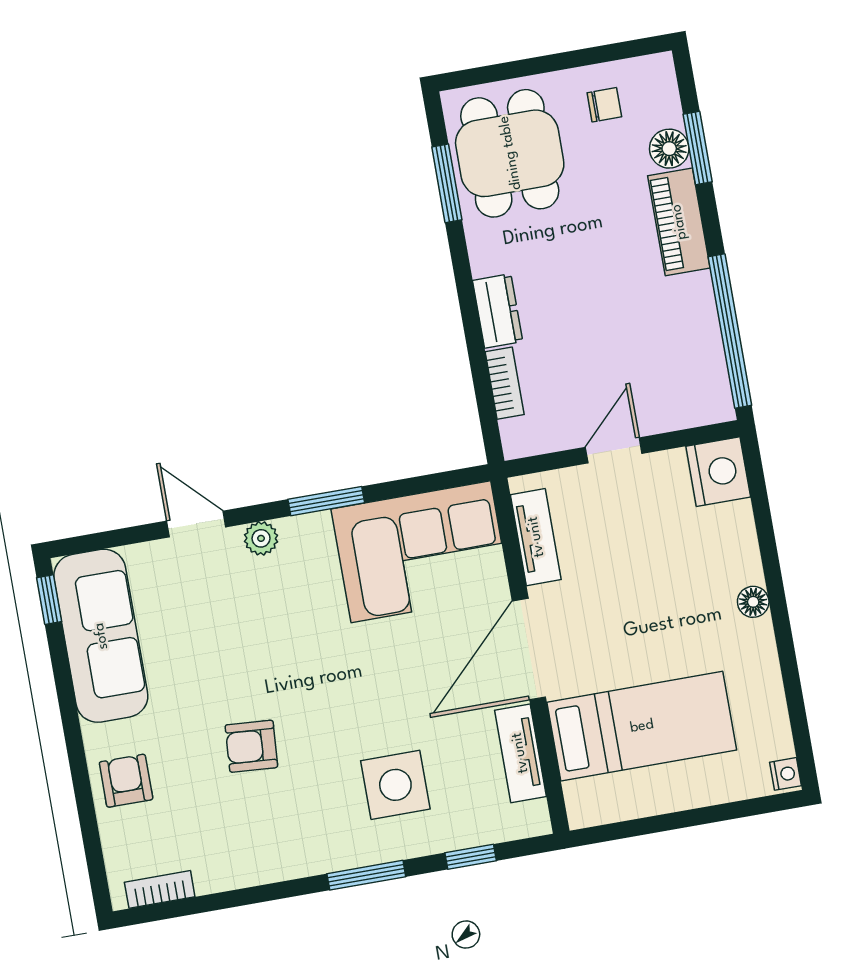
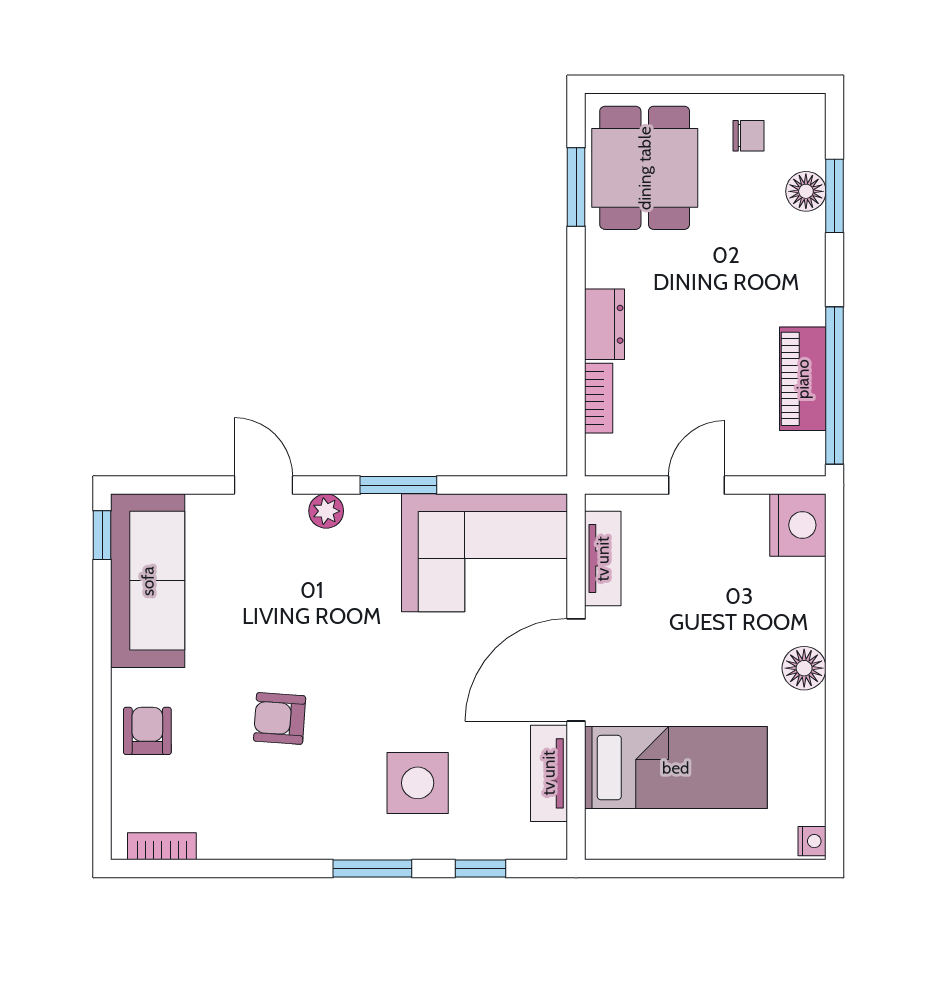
piano: (679, 222) -> (803, 379), moved
floor lamp: (753, 602) -> (804, 668), width x1.37, depth x1.37

